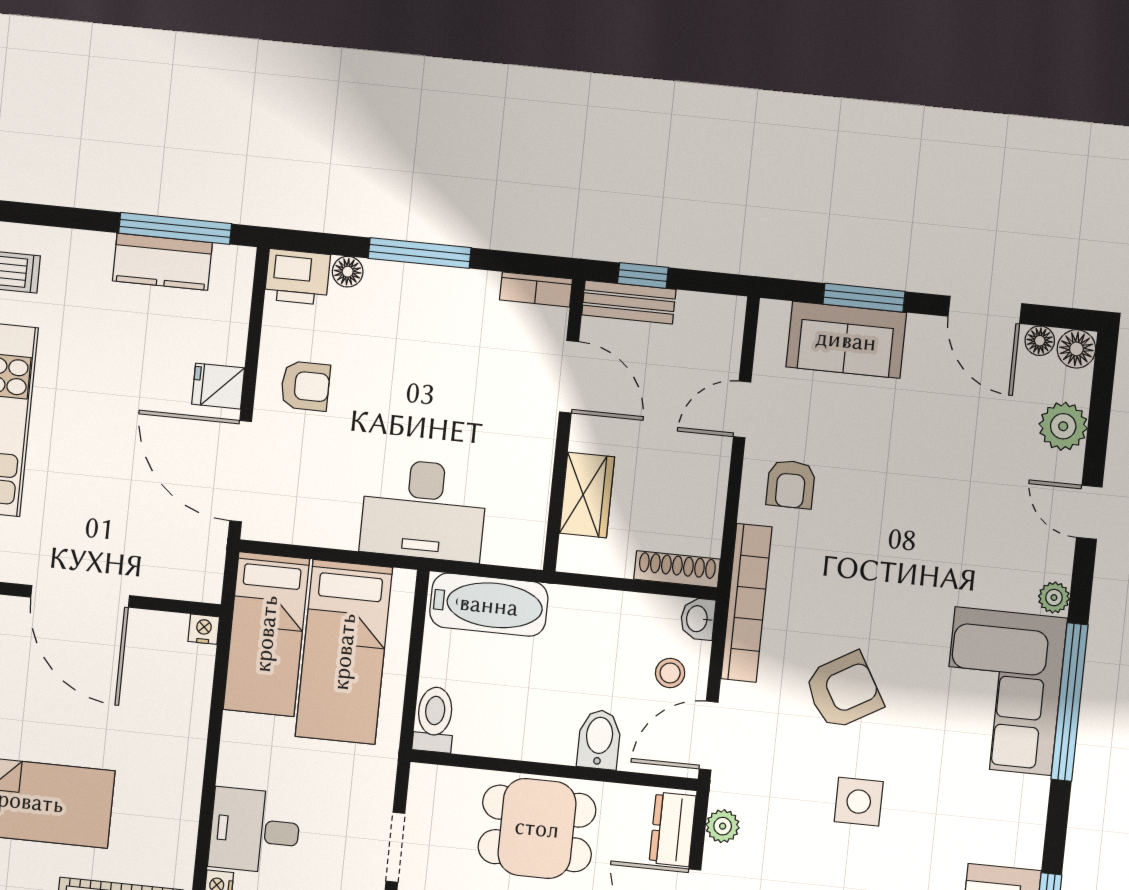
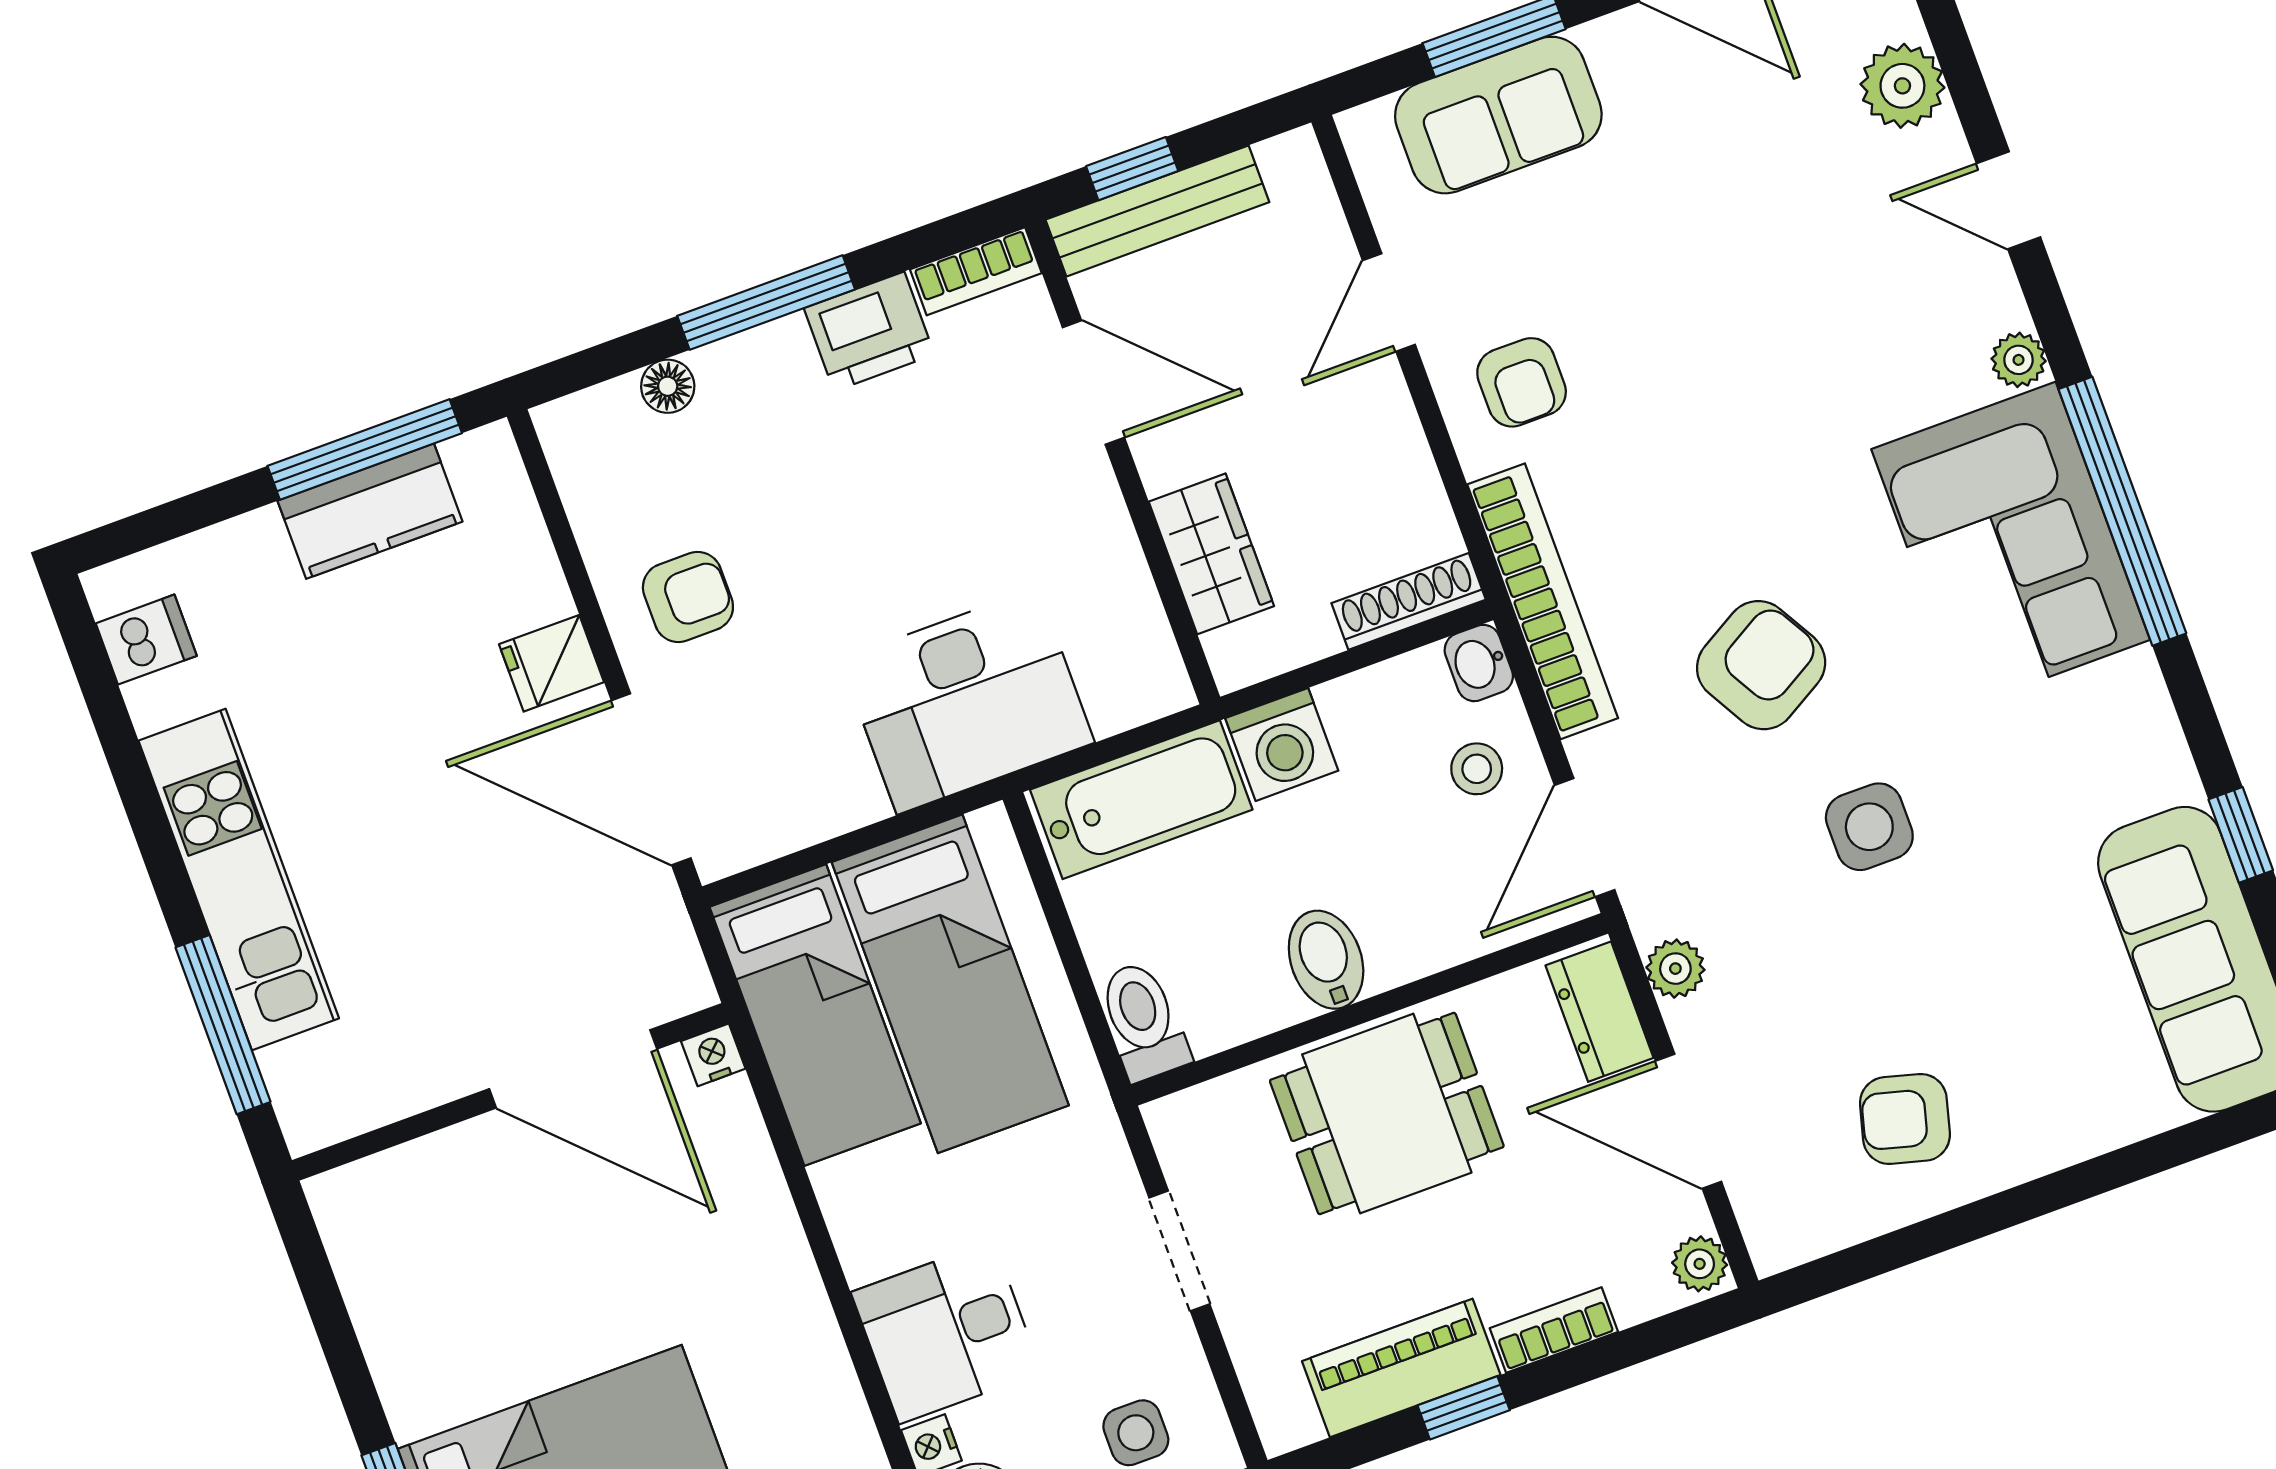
printer: (297, 277) -> (869, 331), moved
bench: (629, 302) -> (1157, 211), width x1.36
door: (80, 596) -> (573, 1069), moved
washing machine: (575, 611) -> (1282, 744), added
bidet: (599, 739) -> (1326, 960), moved

